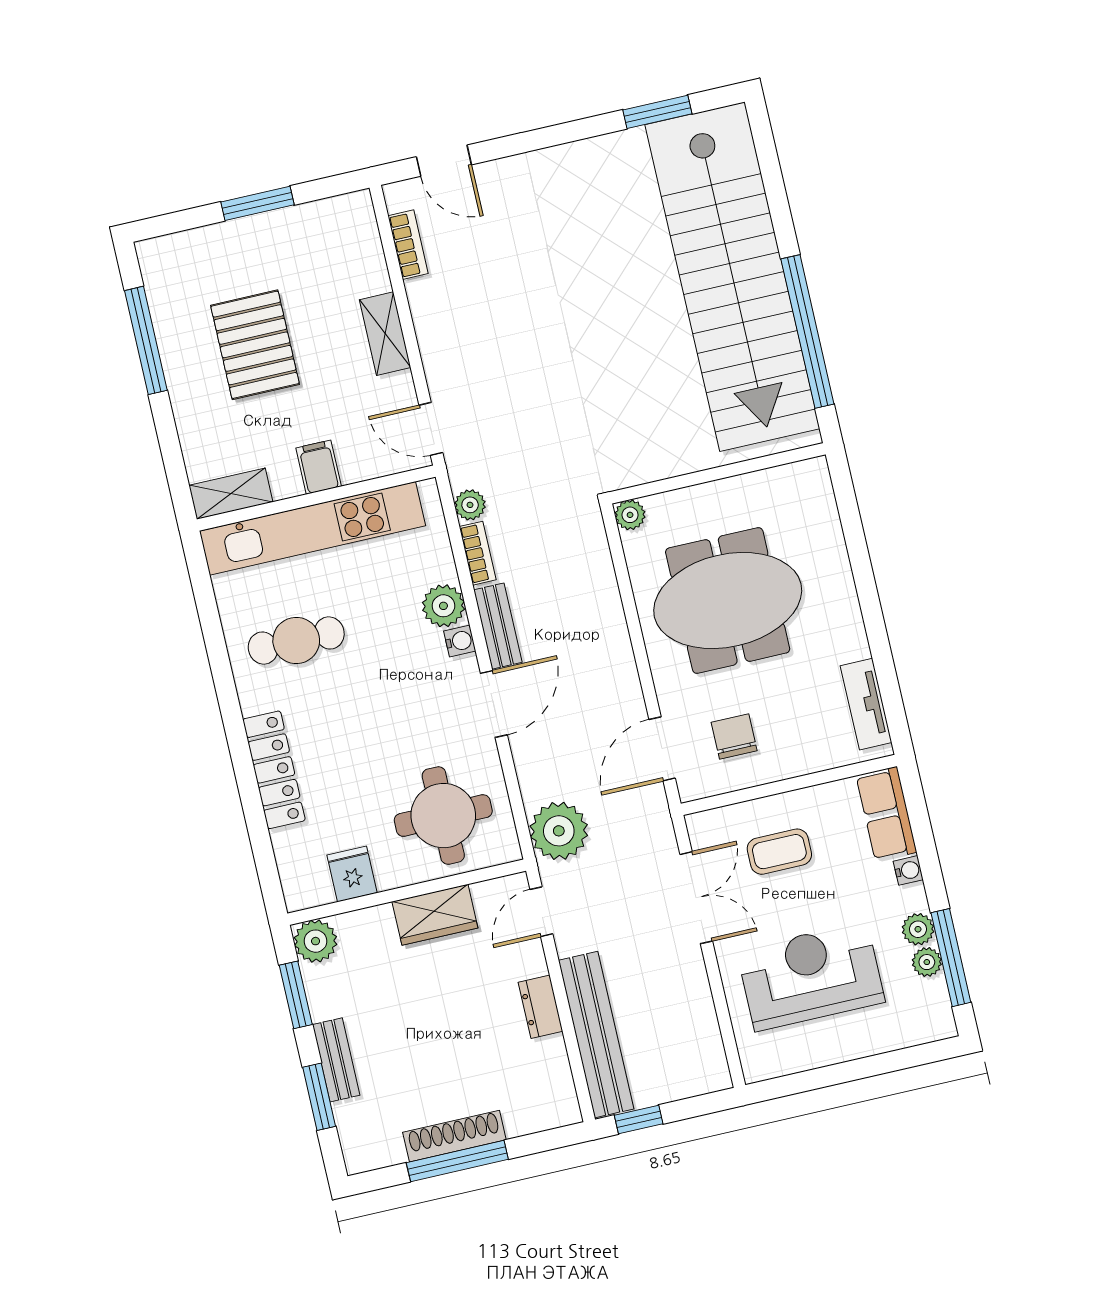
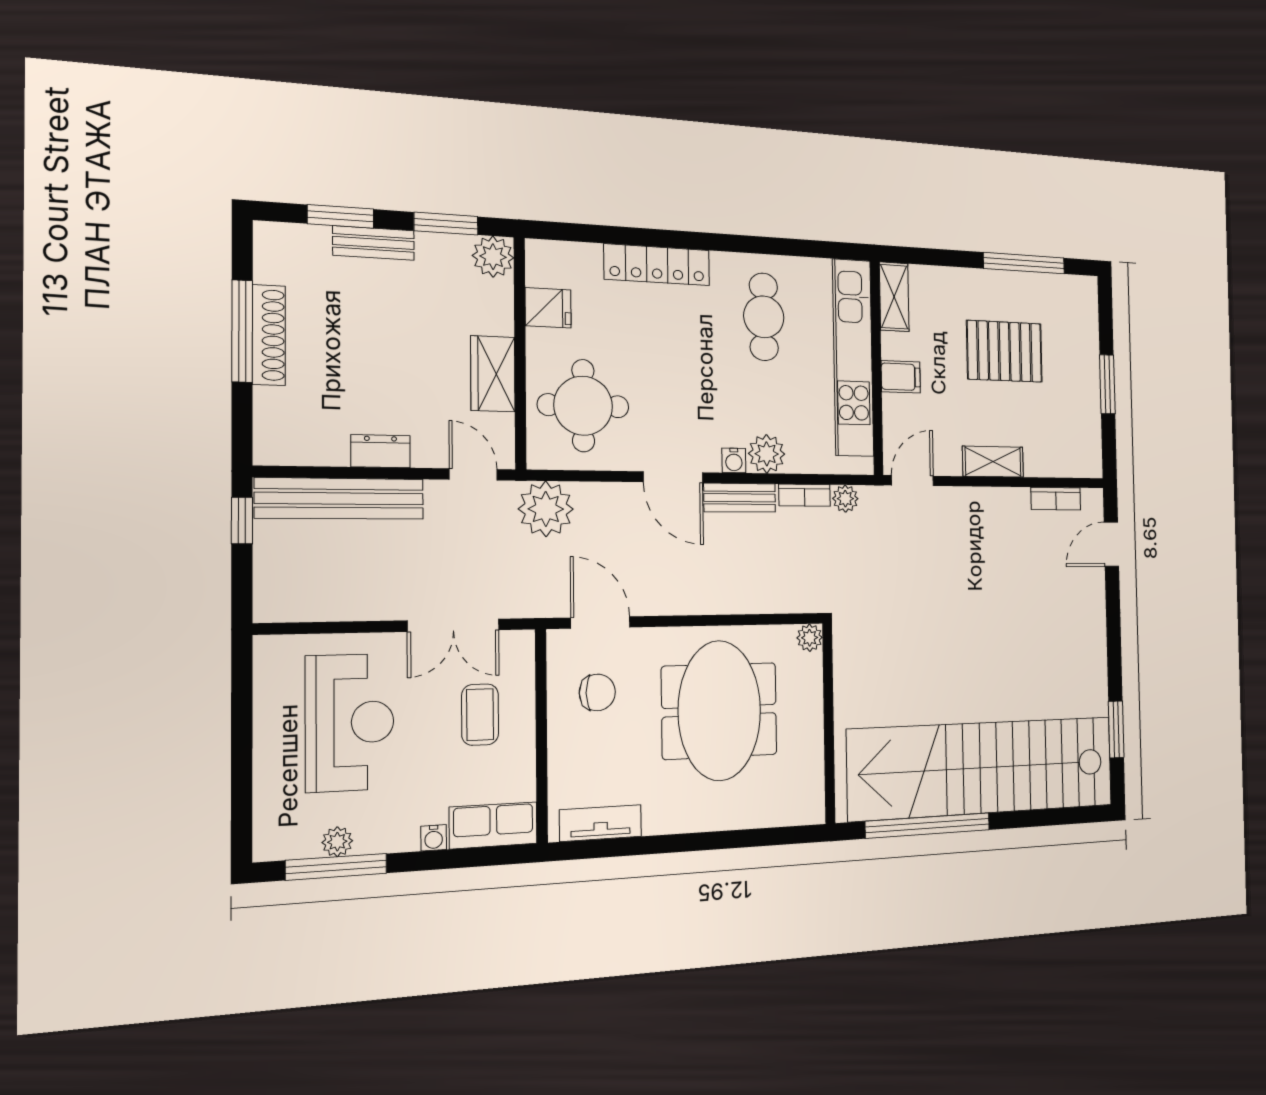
plant: (918, 929) -> (373, 838), removed

